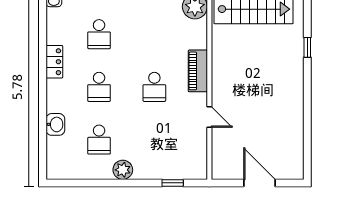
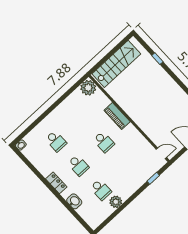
locker: (54, 62) -> (56, 183), moved
door: (209, 117) -> (161, 153), moved
plant: (123, 170) -> (116, 202), moved

